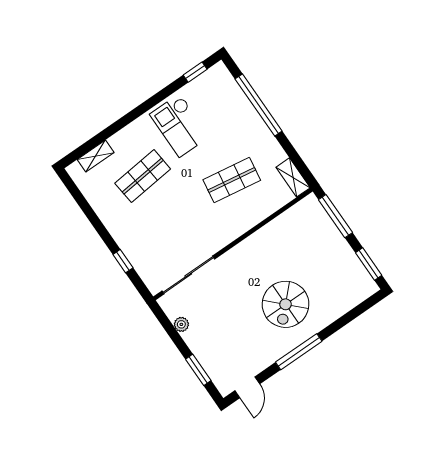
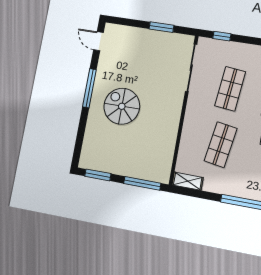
shop shelf: (173, 220) -> (230, 89), added
window: (123, 261) -> (222, 36), moved
plant: (181, 324) -> (168, 37), removed
window: (198, 370) -> (161, 27), moved

